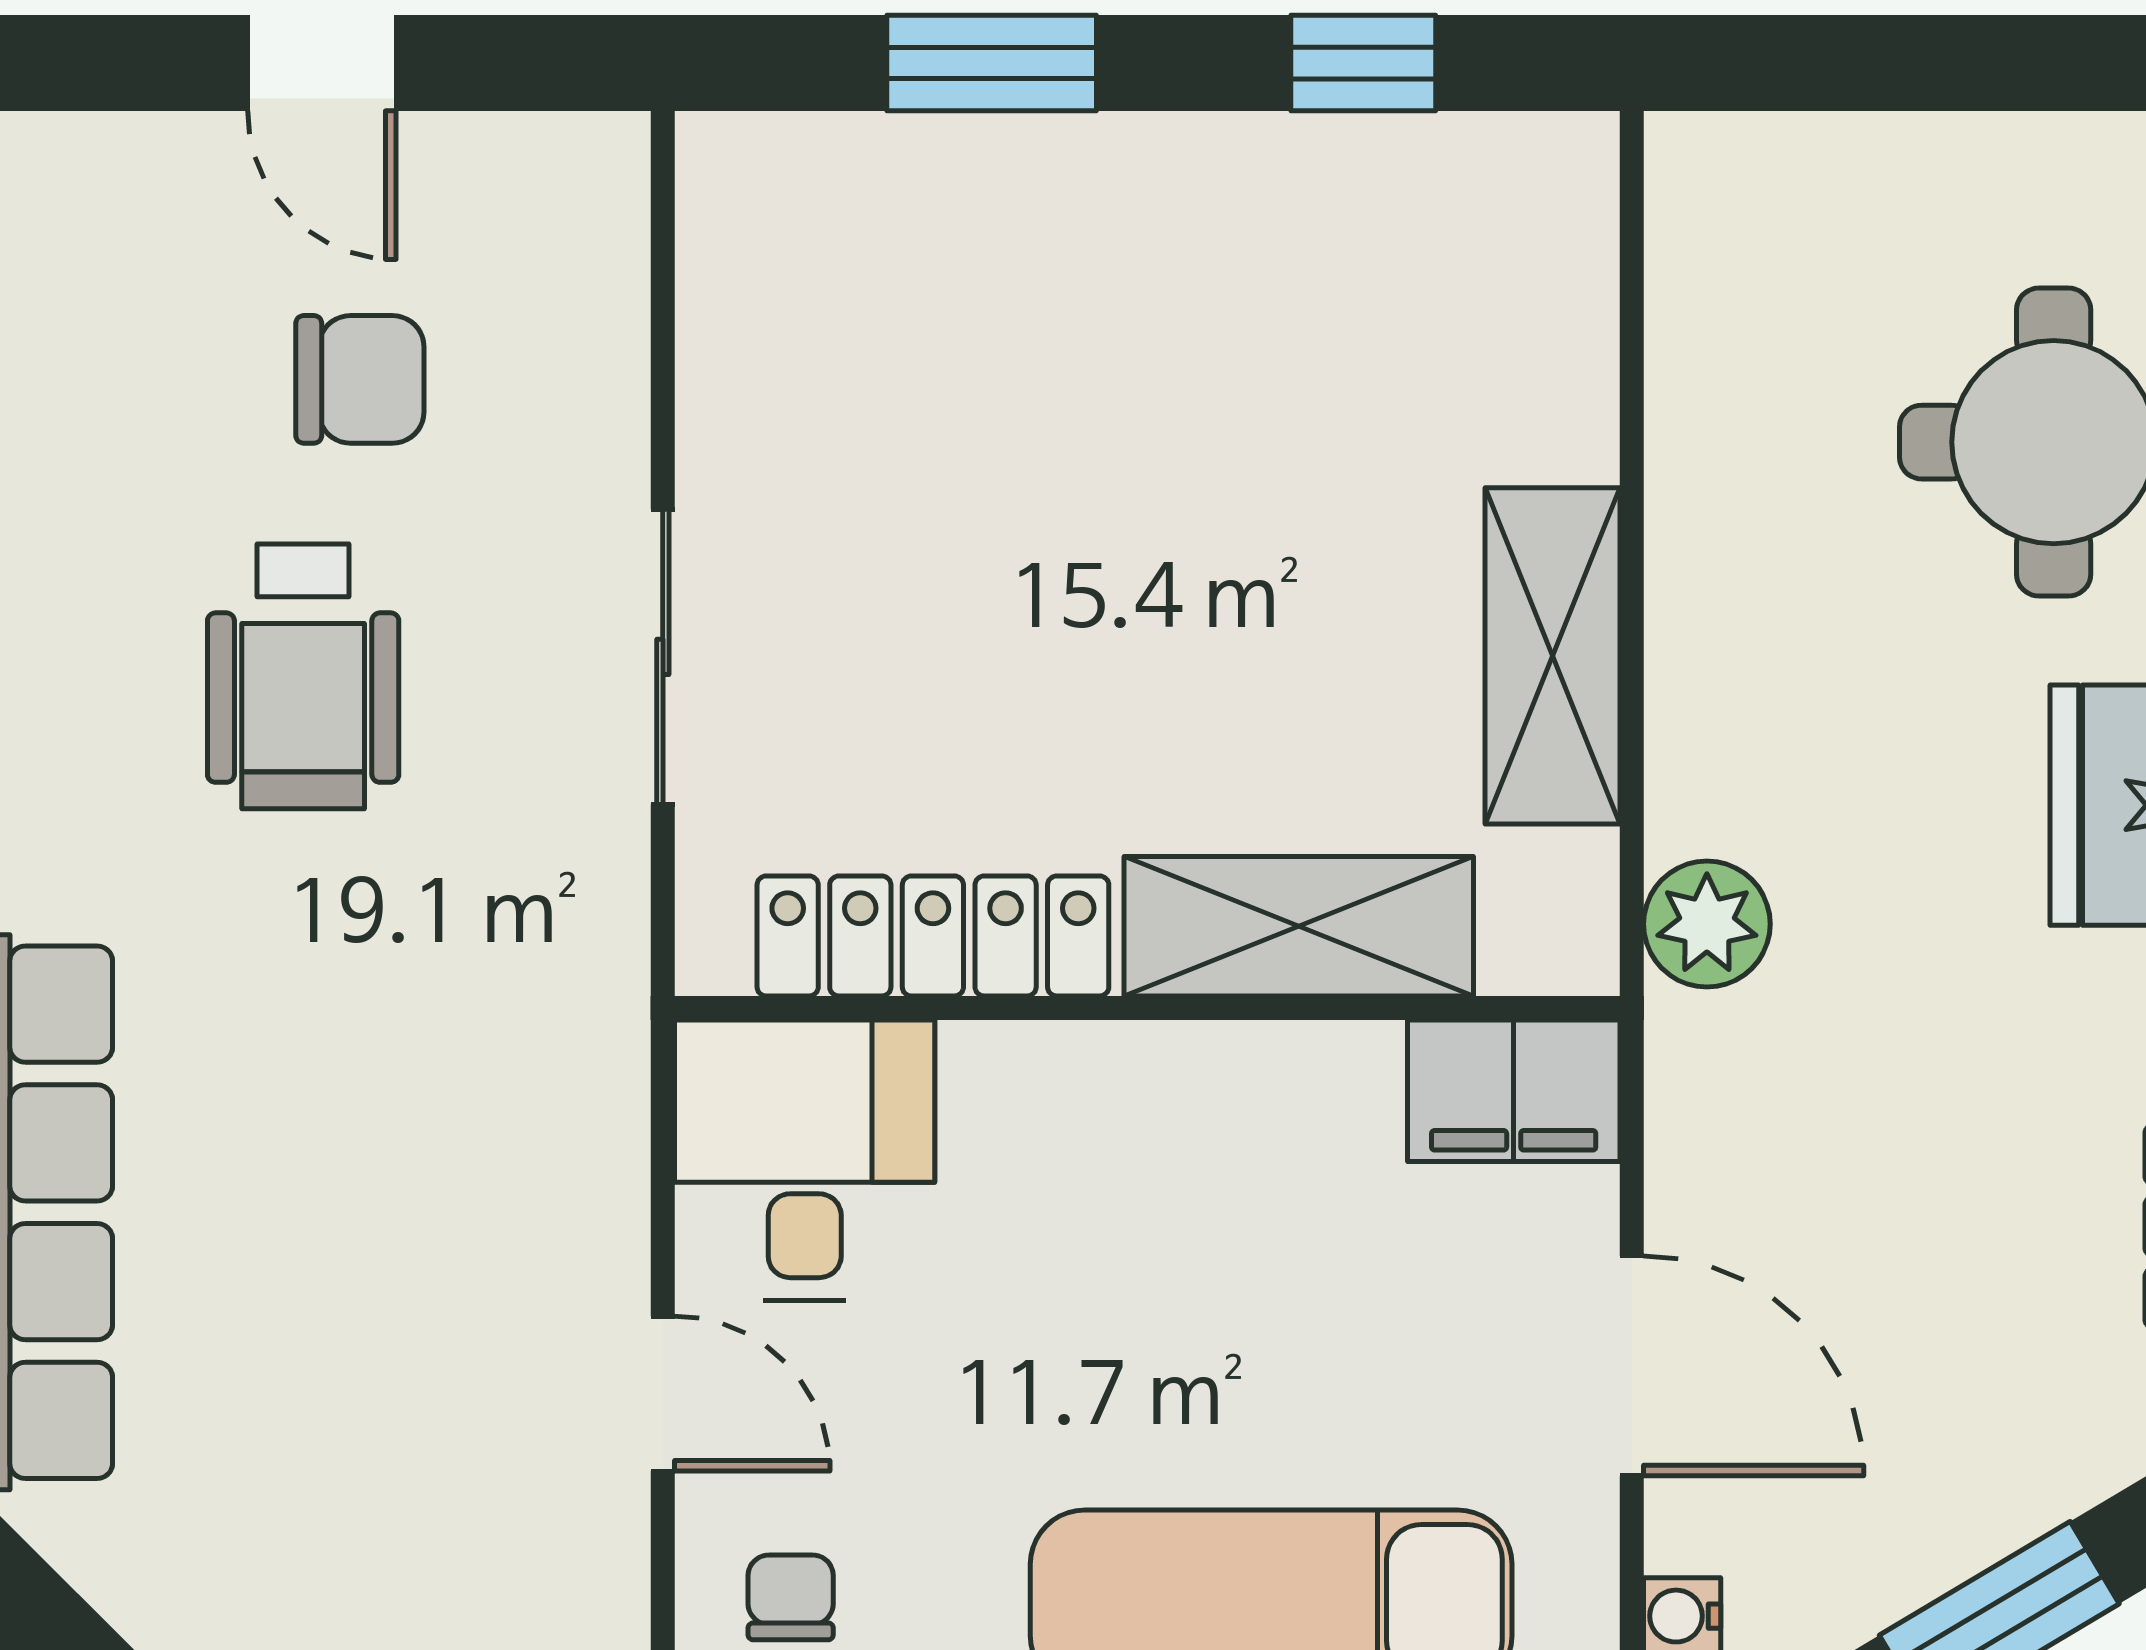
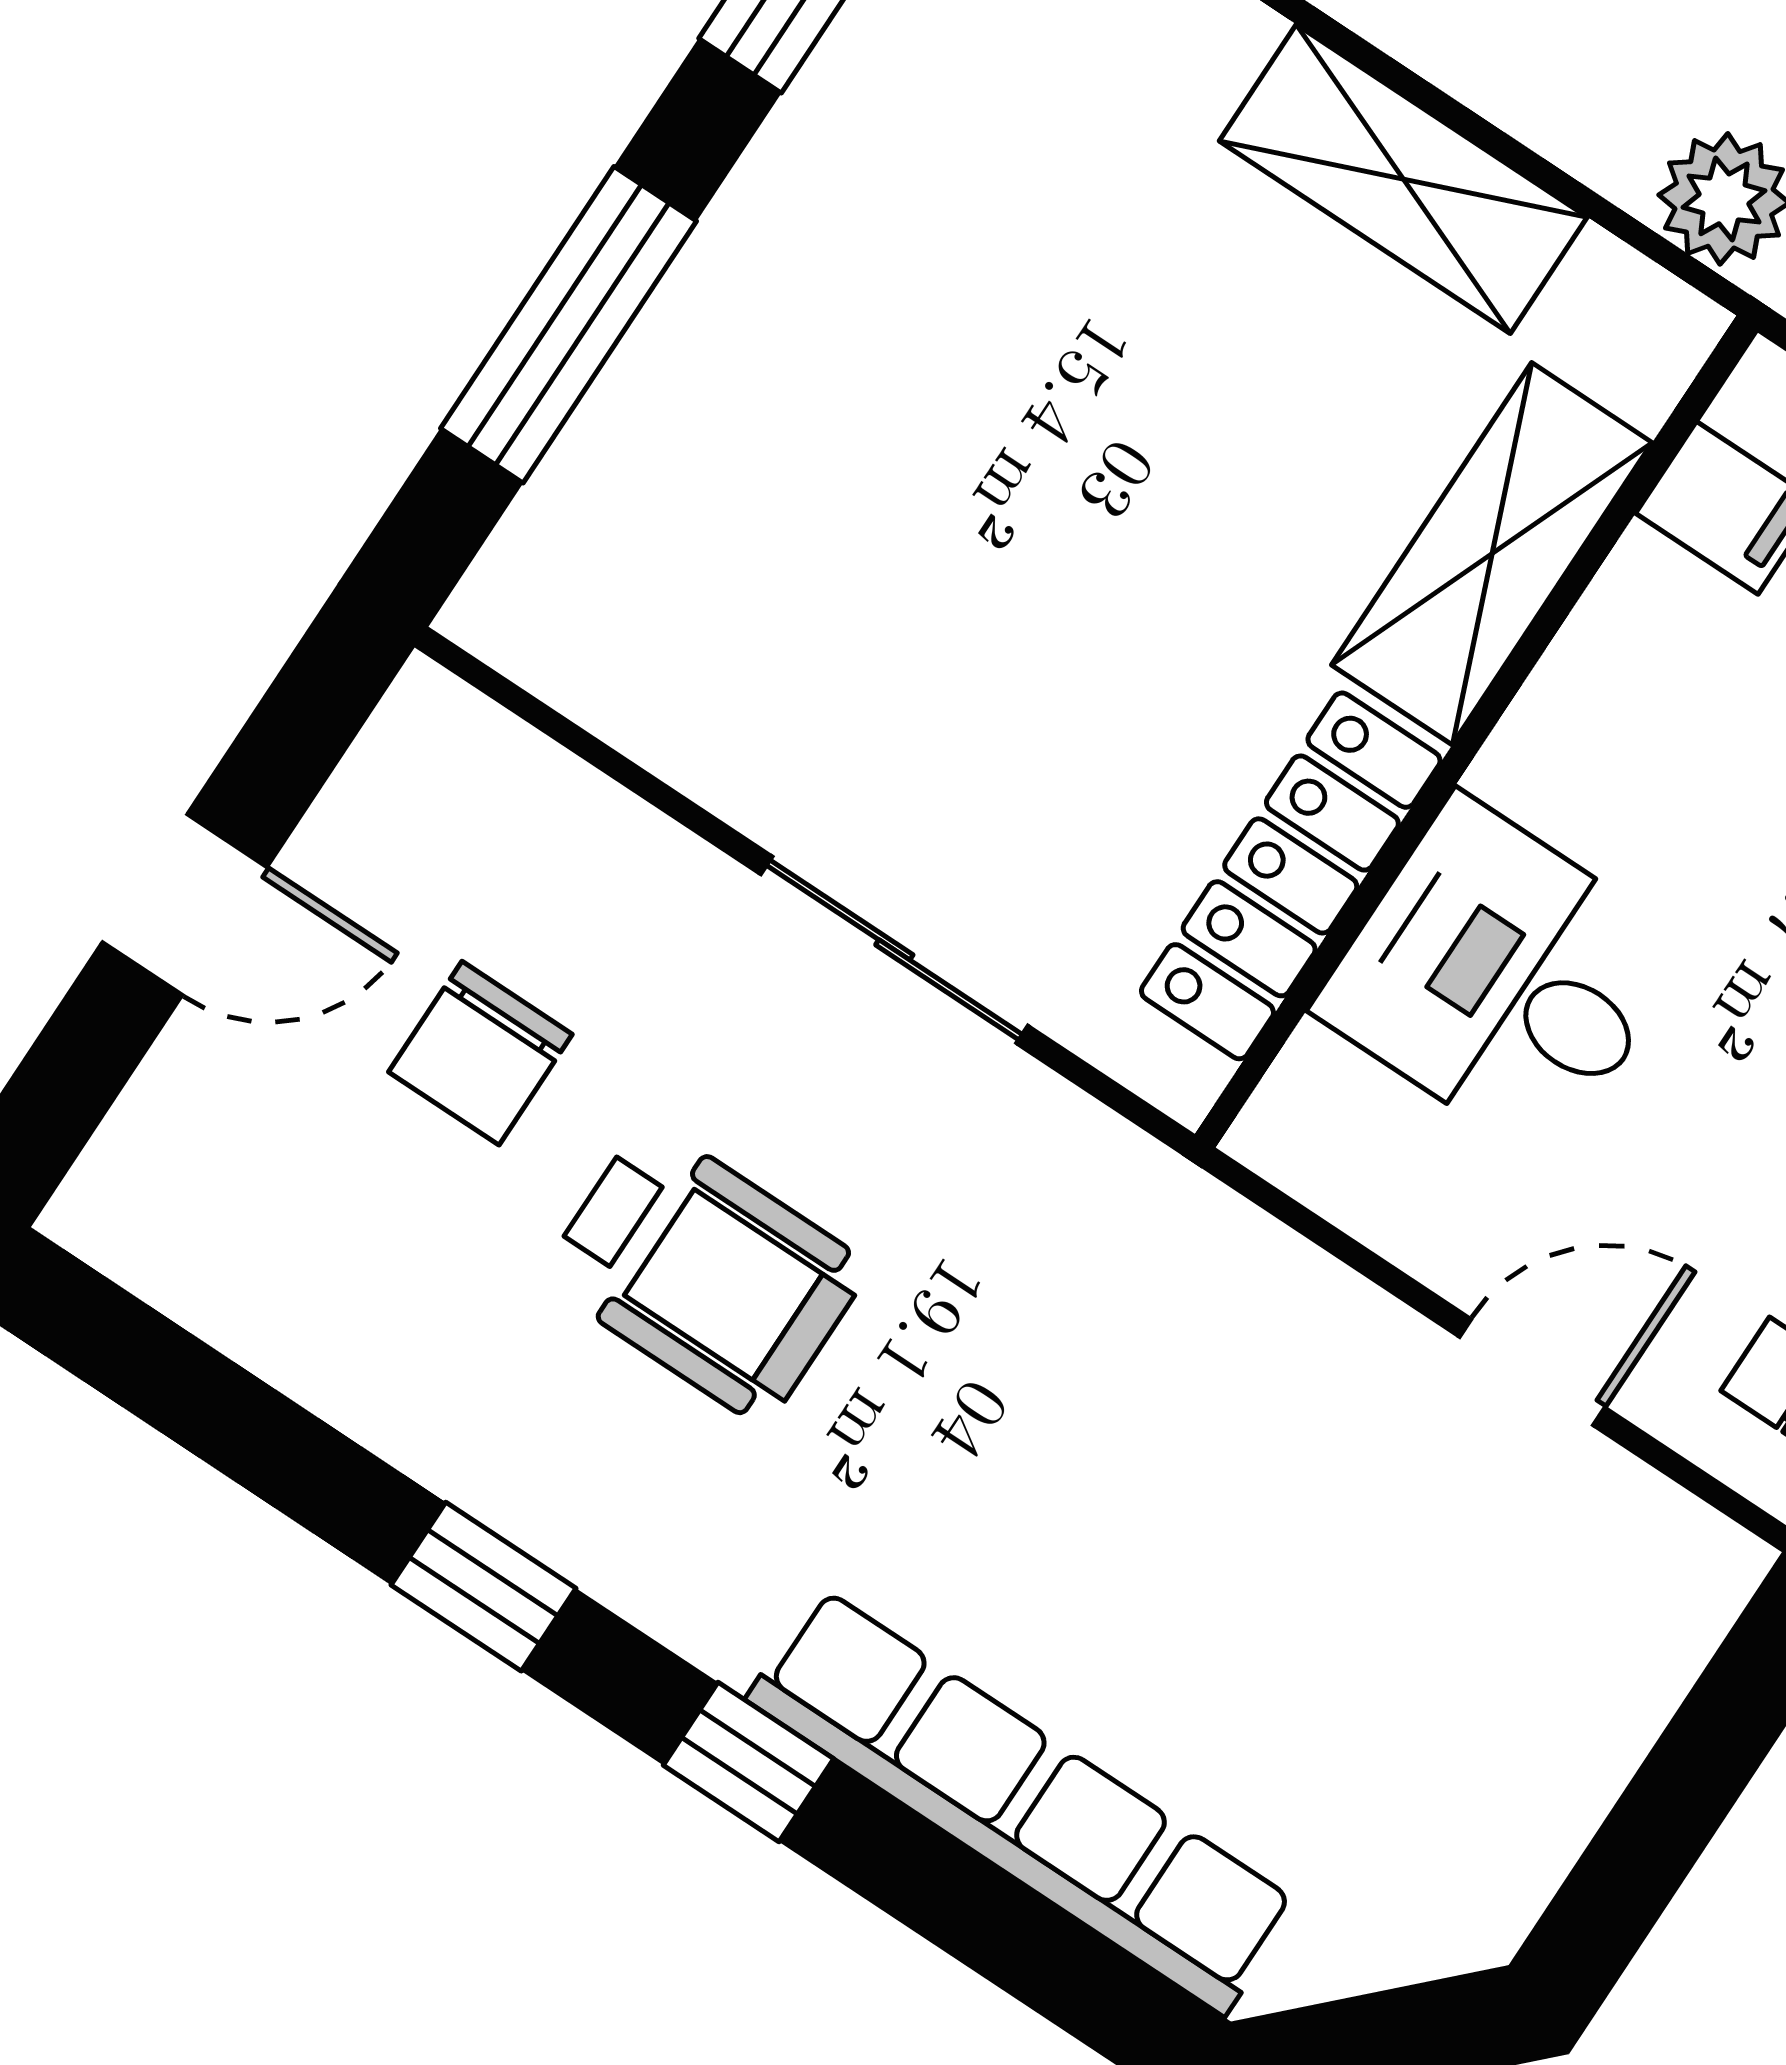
window: (992, 63) -> (569, 325), width x1.44
chair: (360, 379) -> (480, 1053), turned 180
desk: (805, 1160) -> (1502, 978), moved

